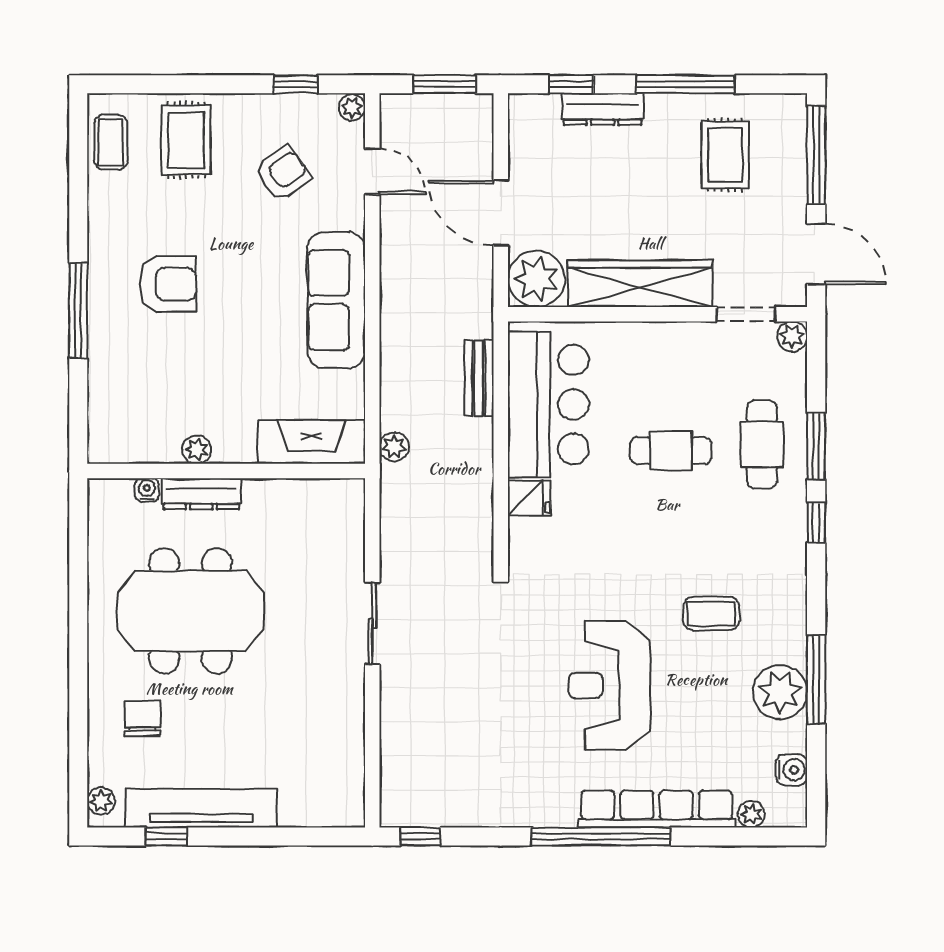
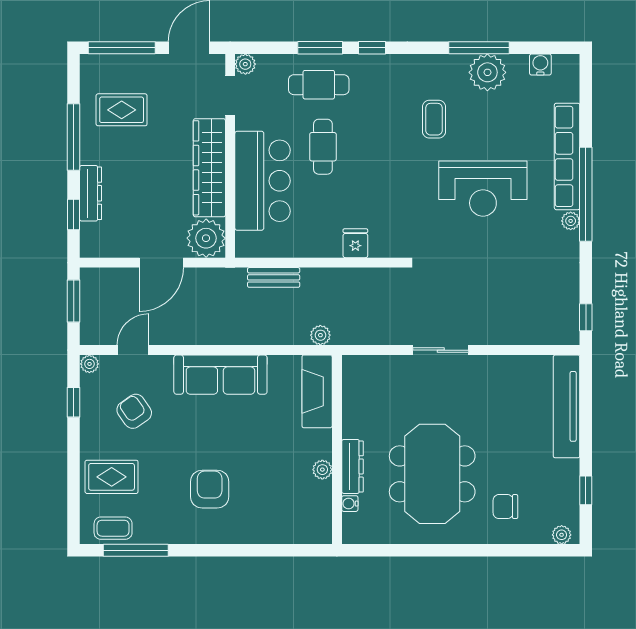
window: (78, 310) -> (136, 550), moved
bar counter: (548, 405) -> (263, 181), moved, turned 90
tv unit: (201, 808) -> (567, 406), moved
plant: (751, 814) -> (571, 221), moved

